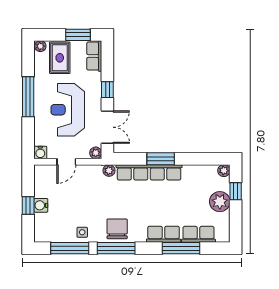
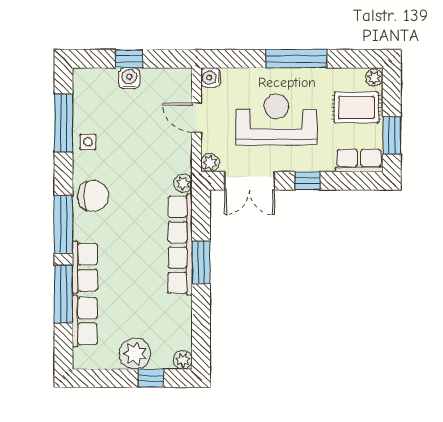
window: (116, 248) -> (63, 224), moved

